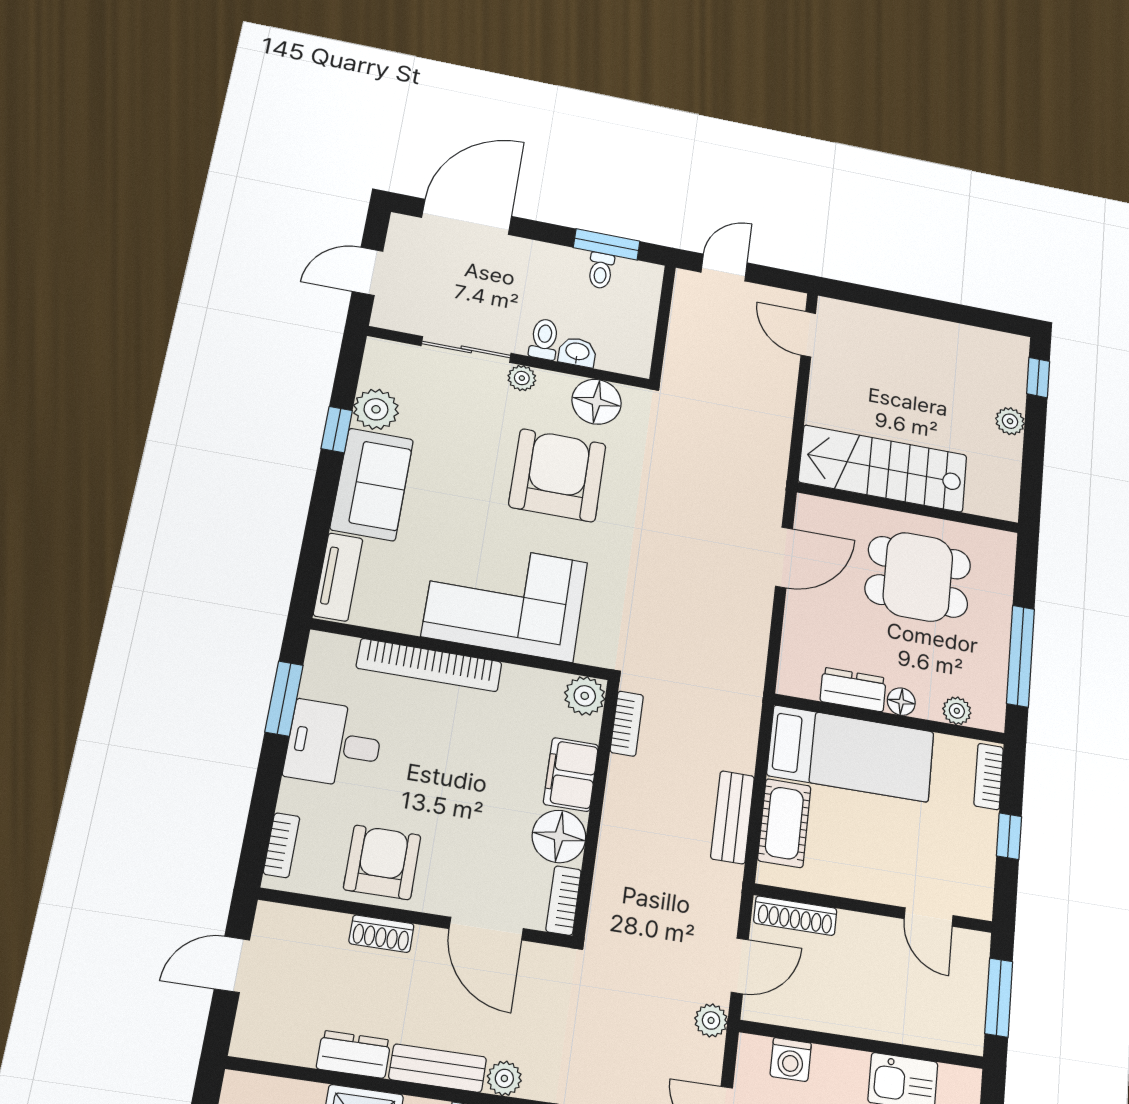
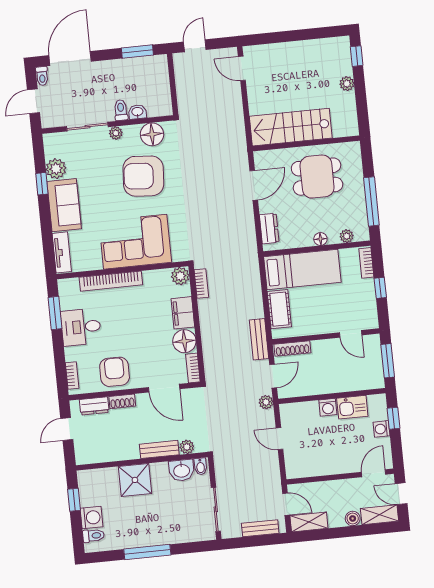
toilet: (601, 271) -> (42, 76), moved
armchair: (558, 475) -> (143, 176), turned -86
dresser: (853, 690) -> (269, 229), moved, turned 90
bench: (733, 817) -> (259, 339), moved
dresser: (354, 1054) -> (94, 406), moved, turned 180
washing machine: (791, 1060) -> (328, 407), moved

